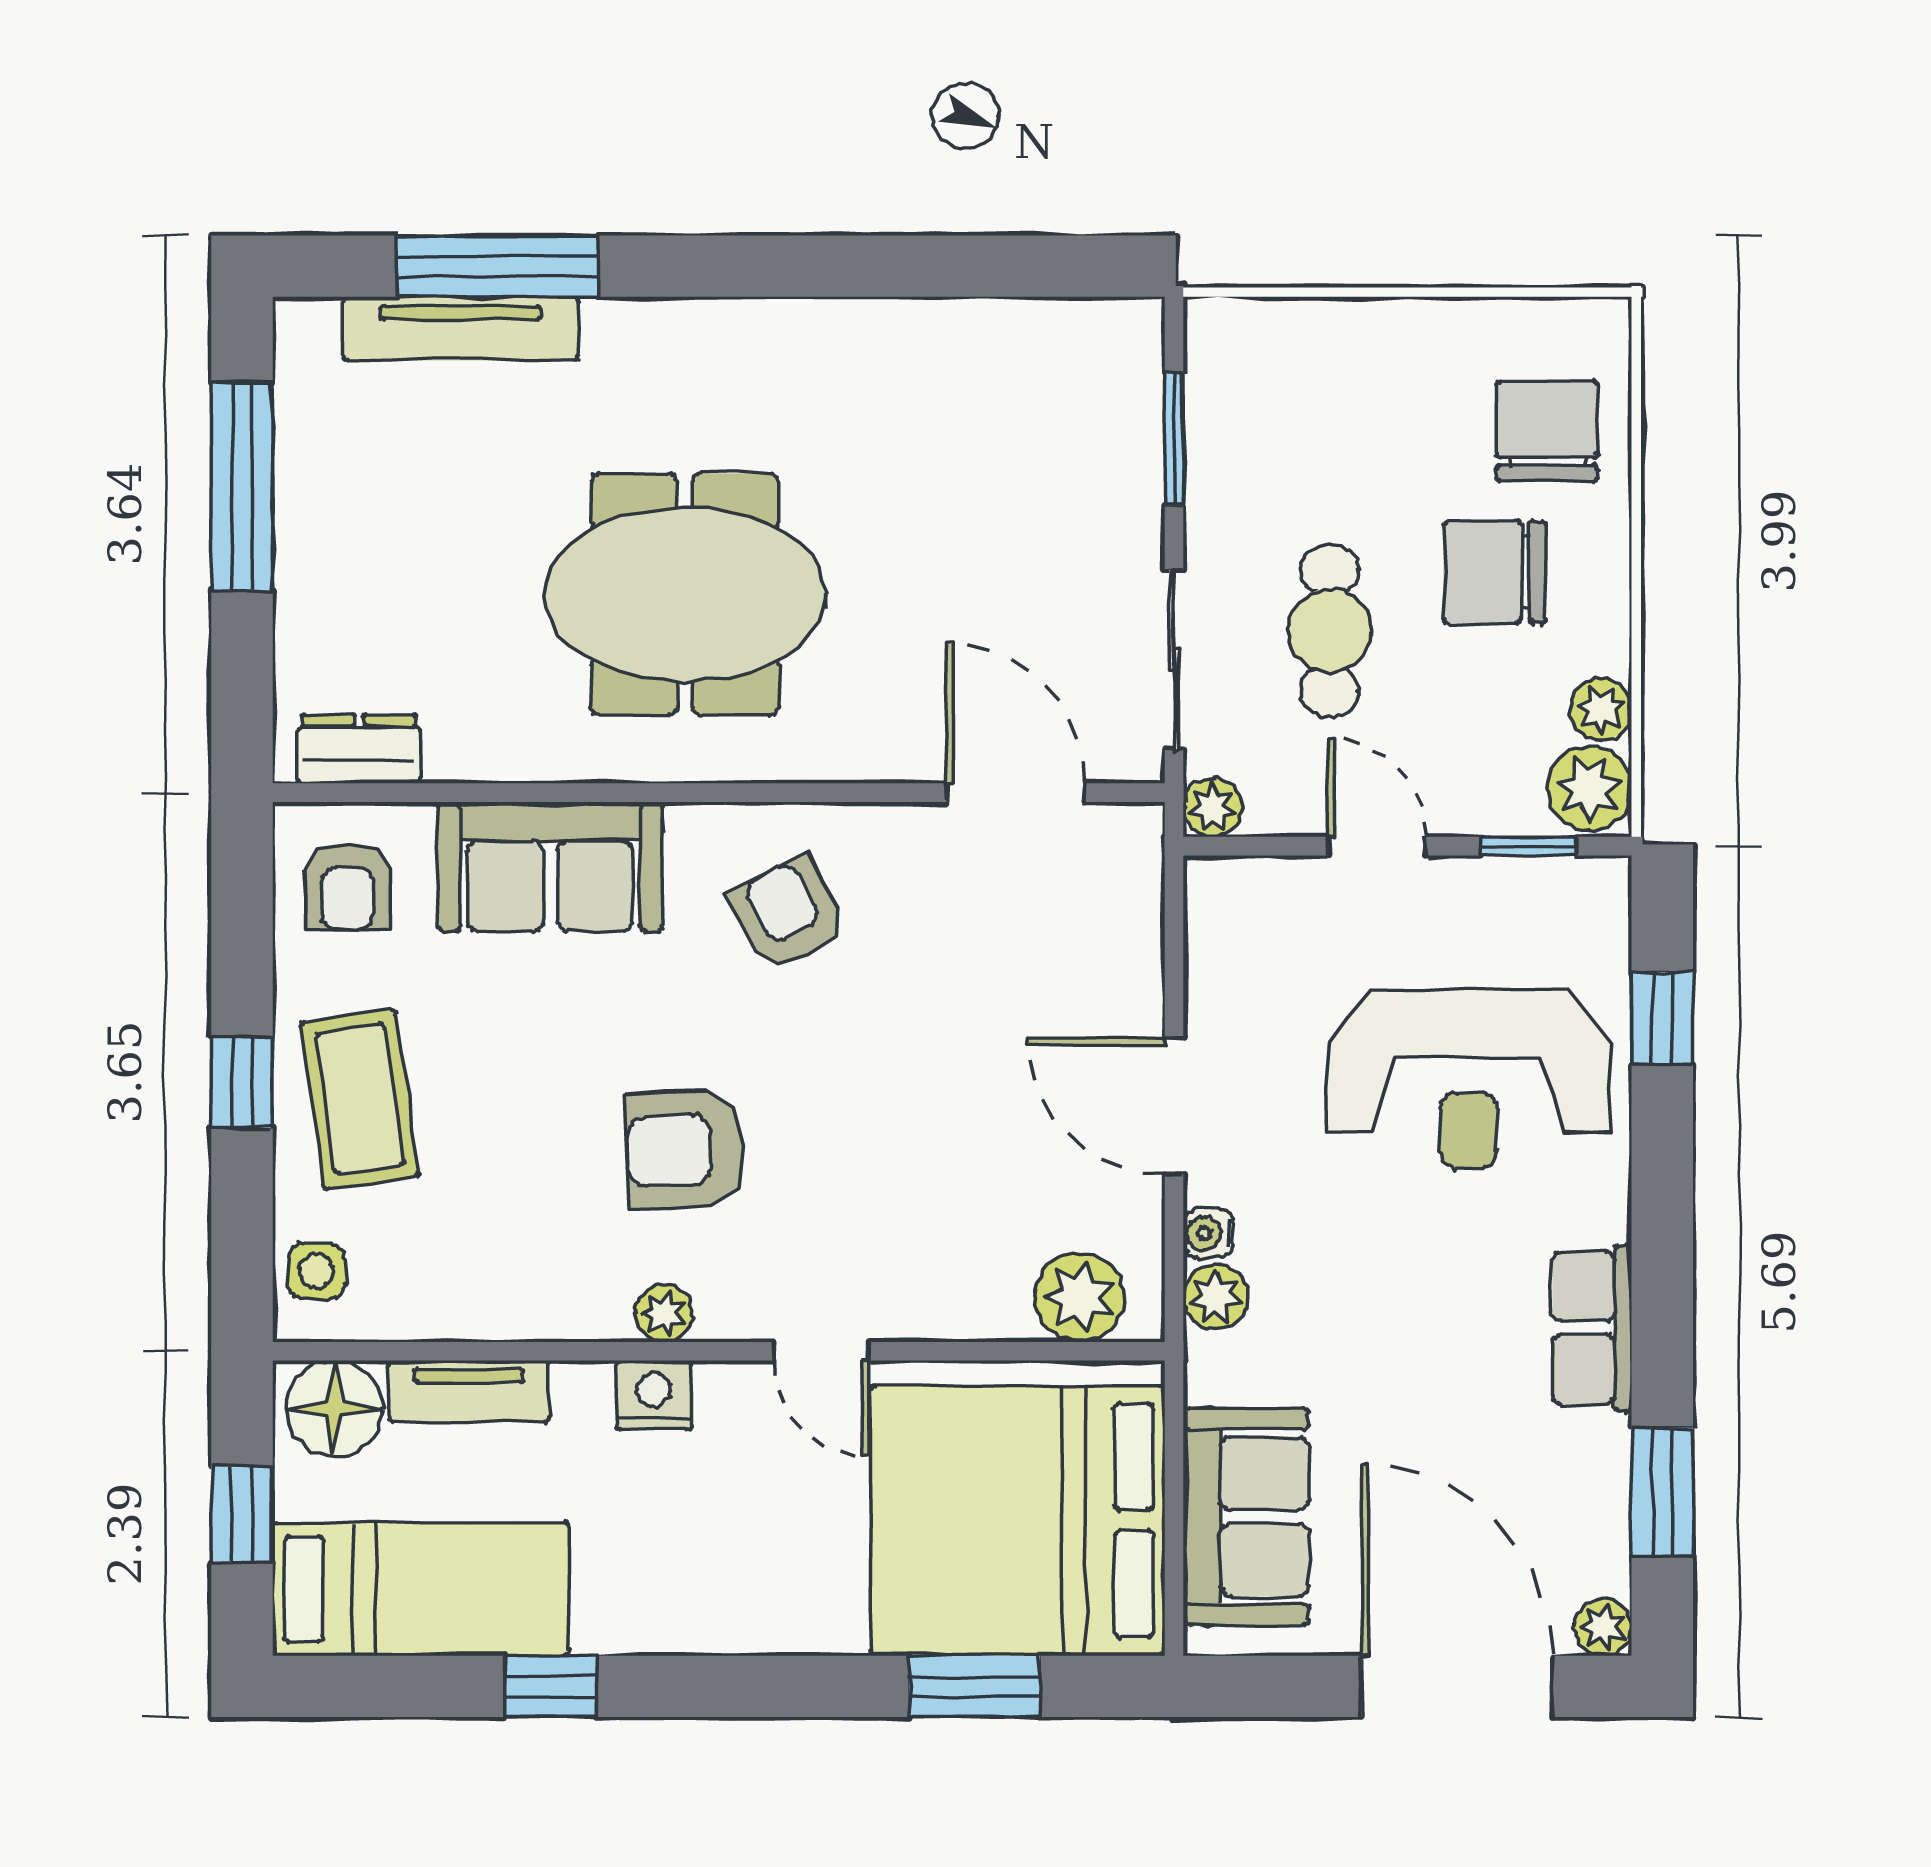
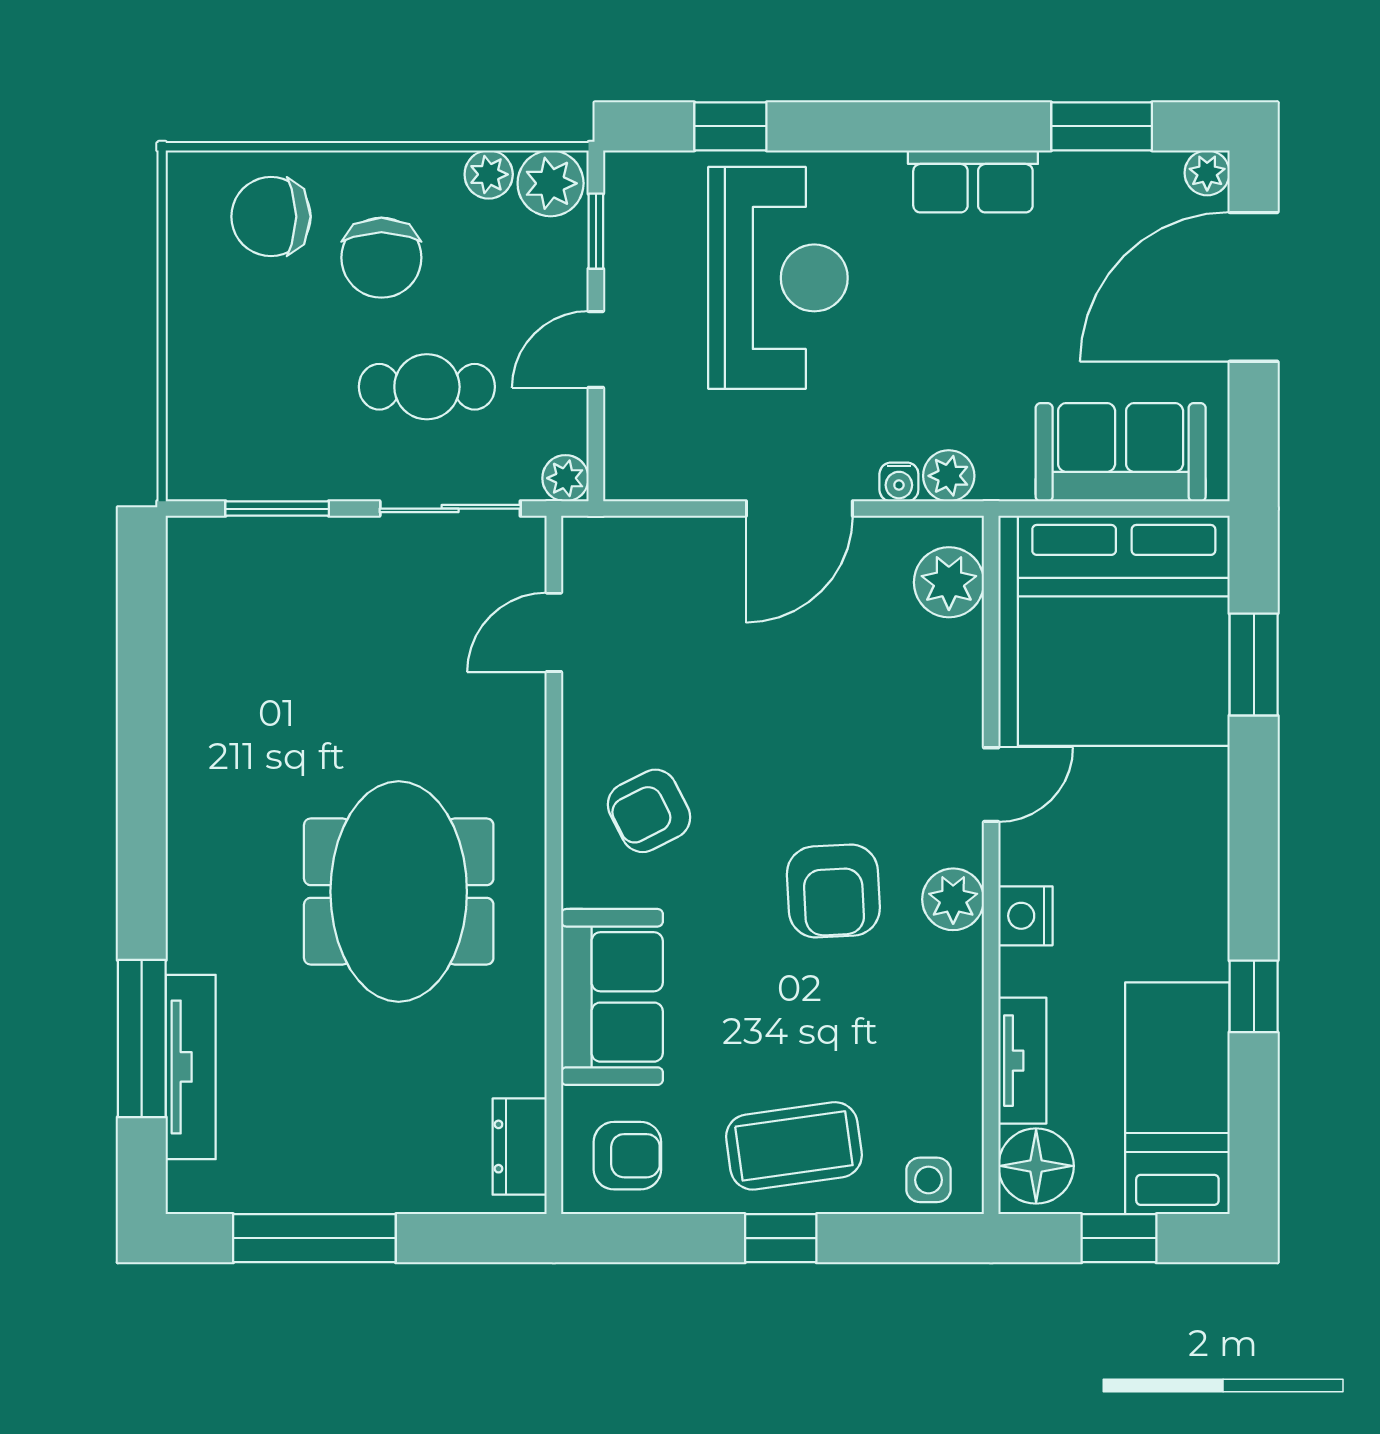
door: (1016, 793) -> (554, 632), width x0.73
plant: (664, 1313) -> (953, 899), width x1.38, depth x1.38

